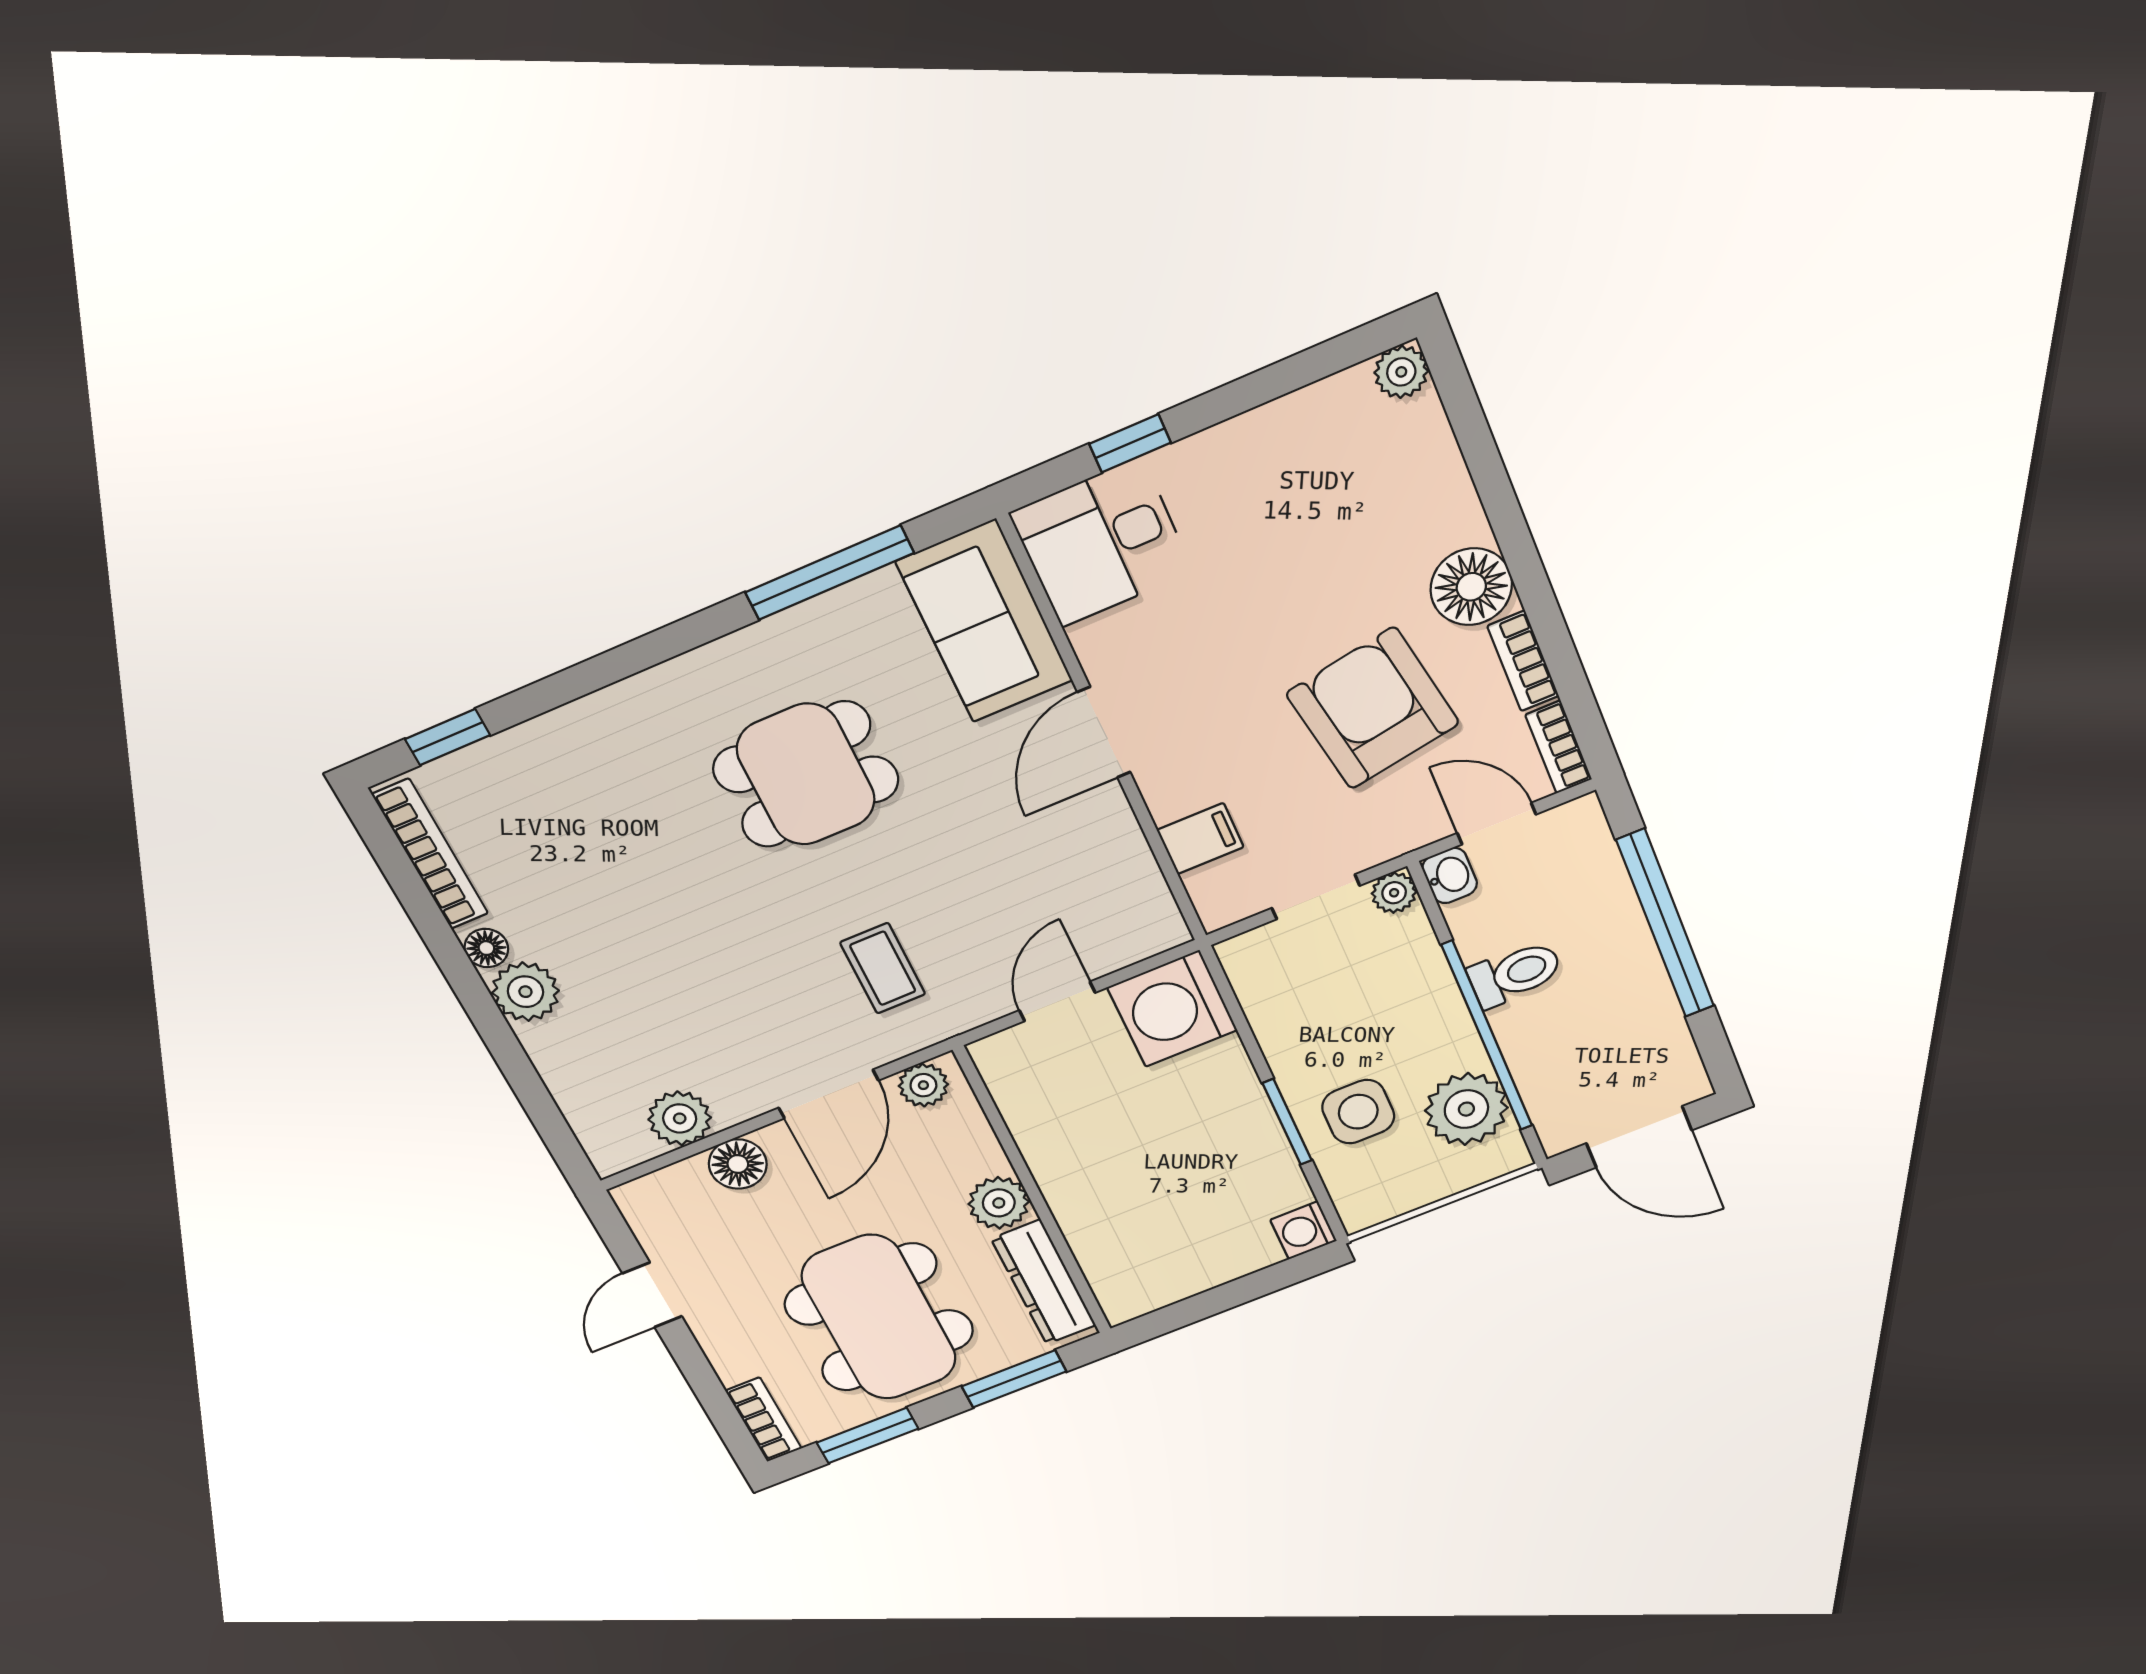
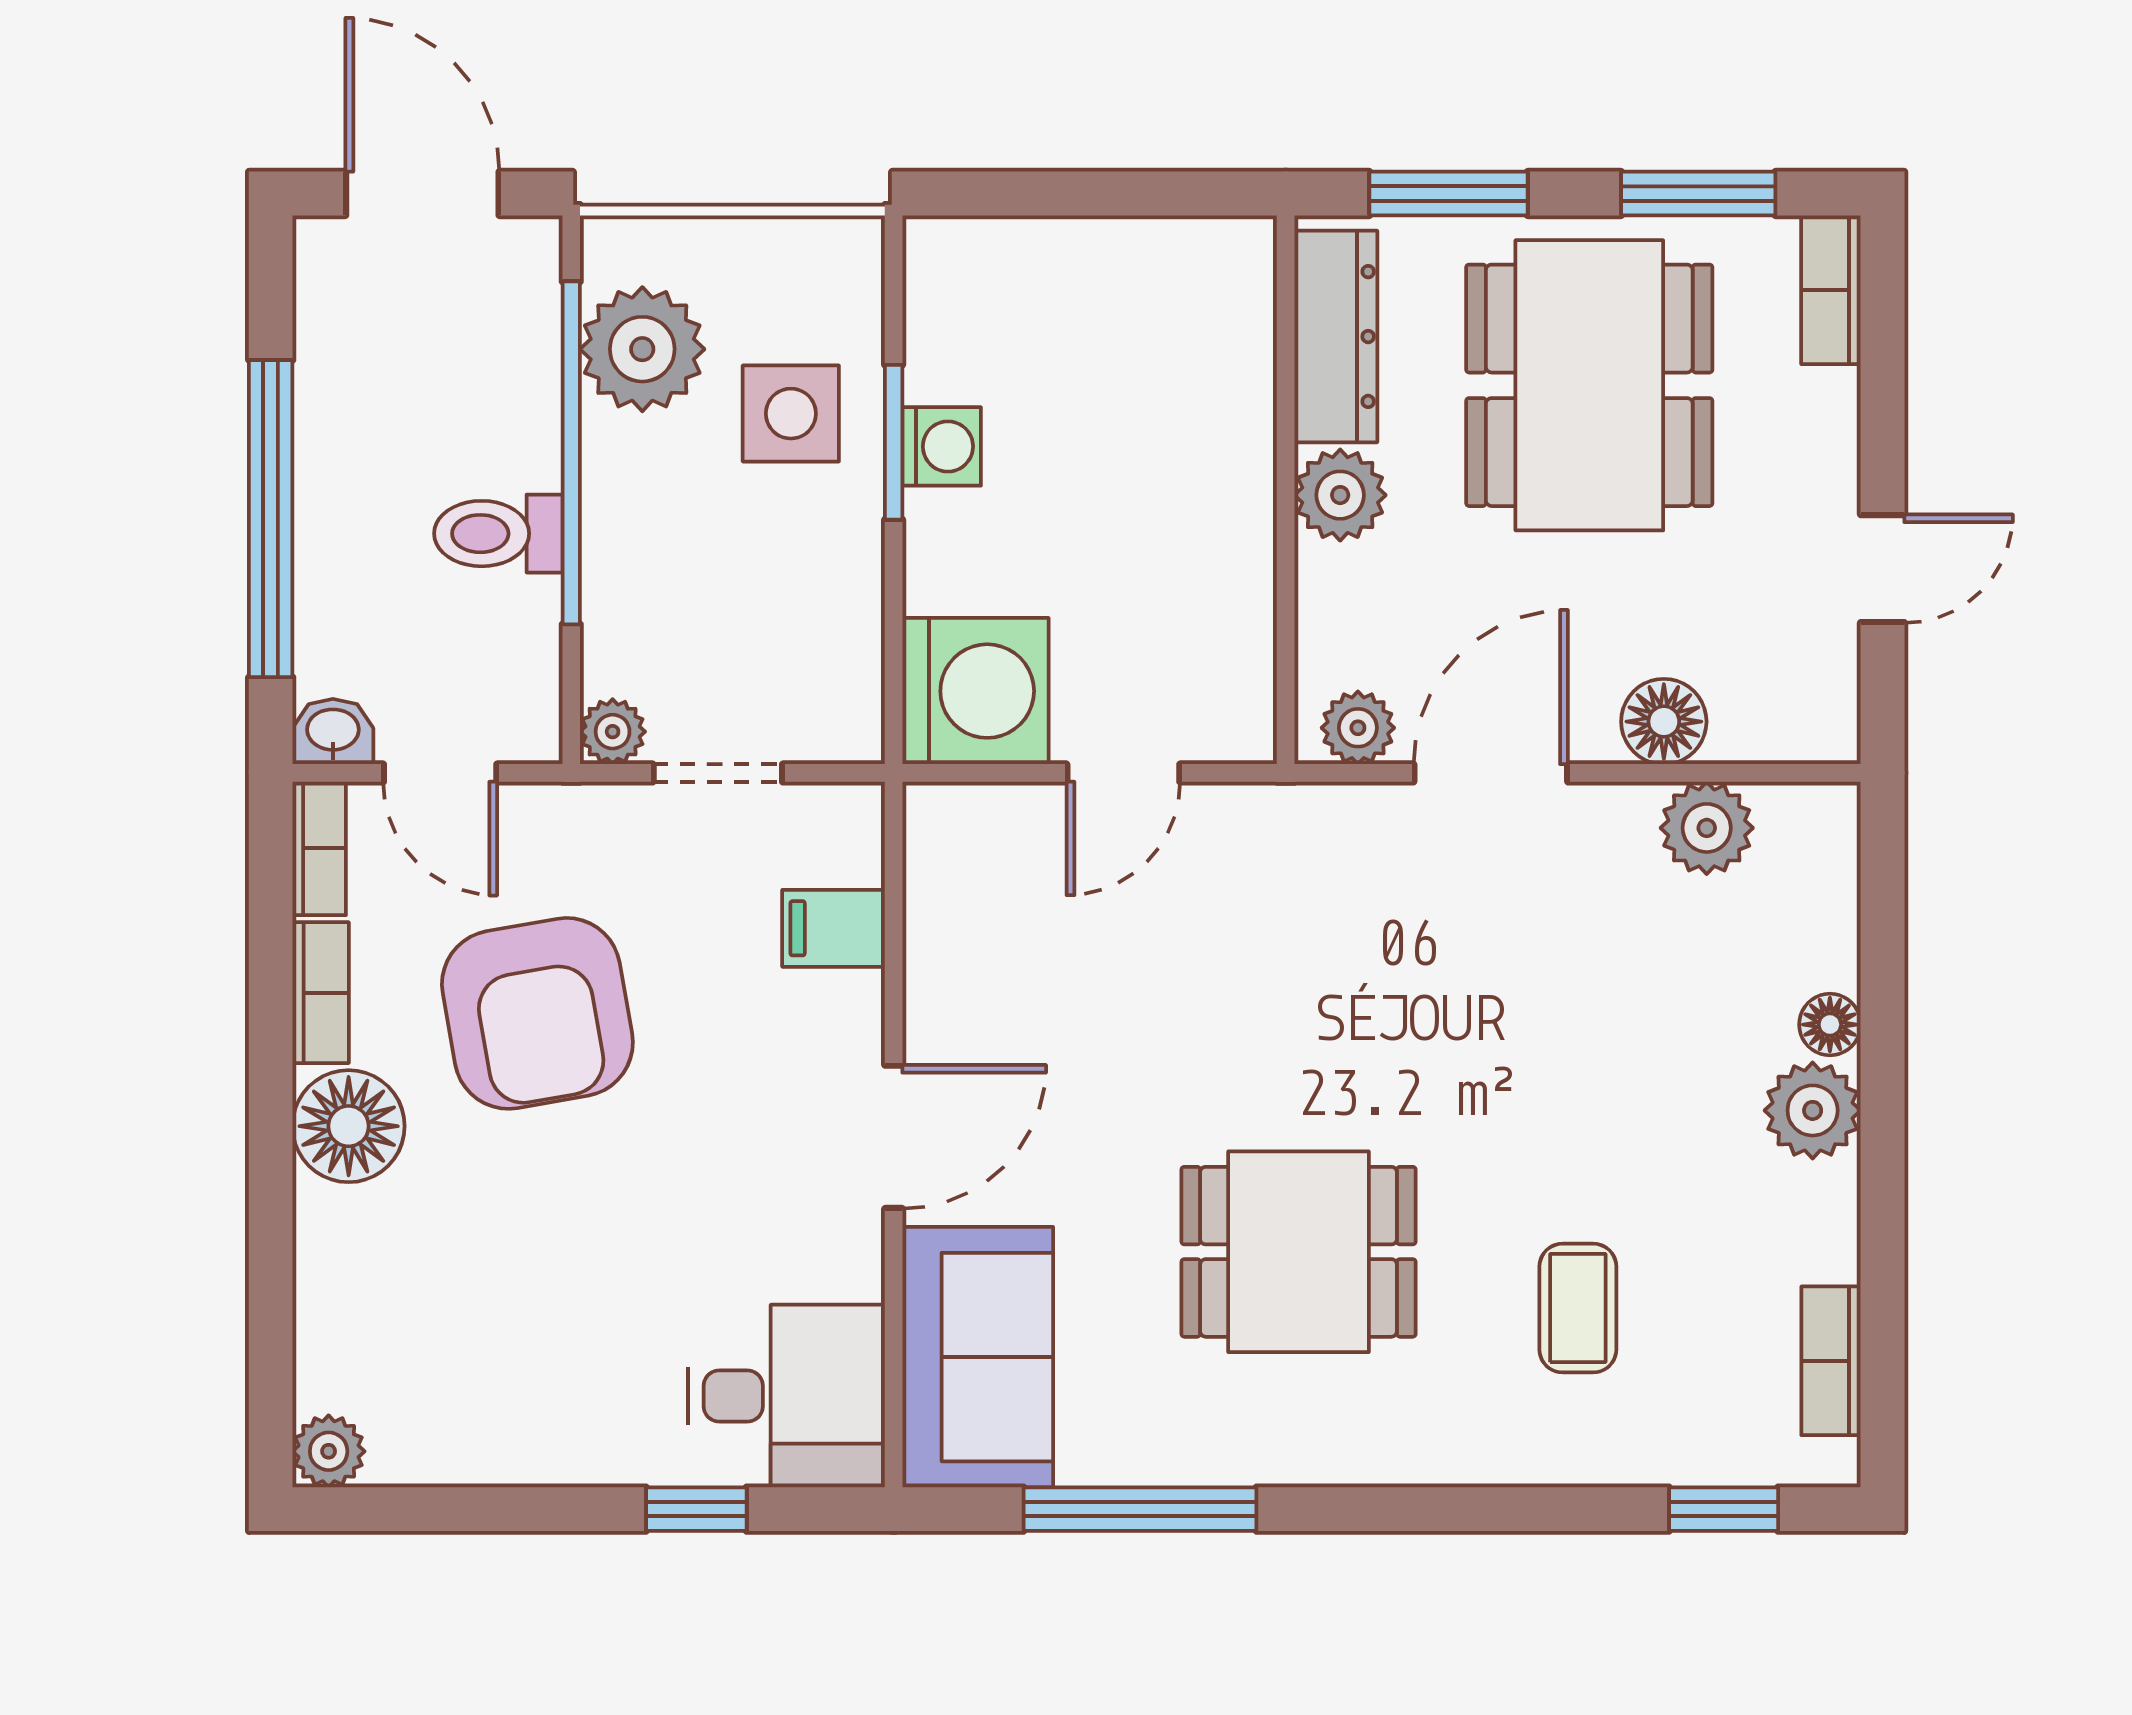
bookcase: (430, 854) -> (1831, 1361), width x0.64
washbasin: (1450, 876) -> (333, 732), moved, turned 90
floor lamp: (486, 948) -> (1830, 1025), moved
coffee table: (883, 968) -> (1578, 1308), moved
washing machine: (1303, 1230) -> (942, 446), moved

